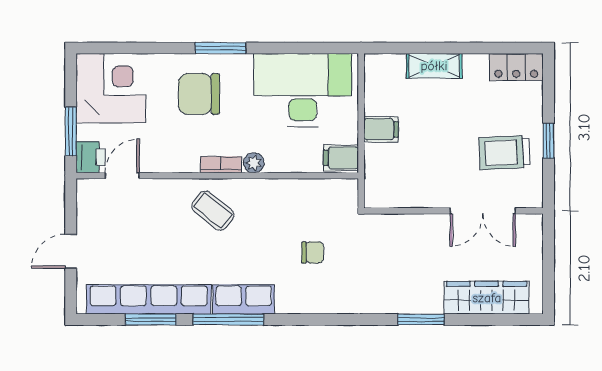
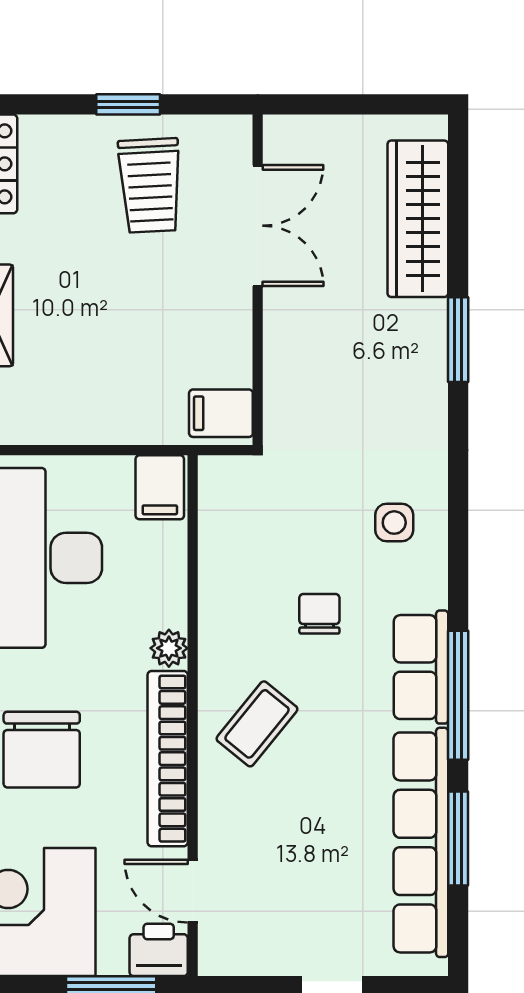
filing cabinet: (381, 129) -> (221, 413), moved, turned -90
bookcase: (221, 165) -> (168, 759), width x2.31, depth x1.31
chair: (313, 253) -> (319, 614), moved
side table: (322, 285) -> (394, 523), added

